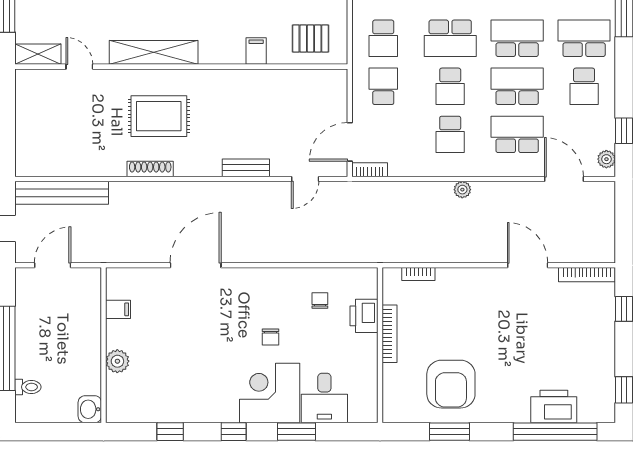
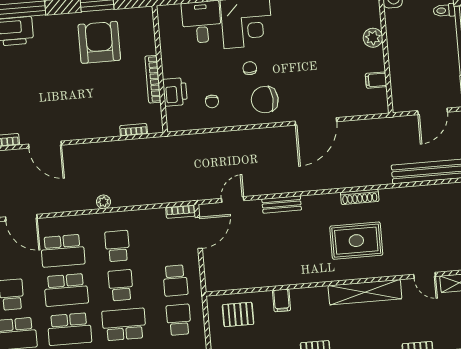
chair: (256, 297) -> (265, 100), added

